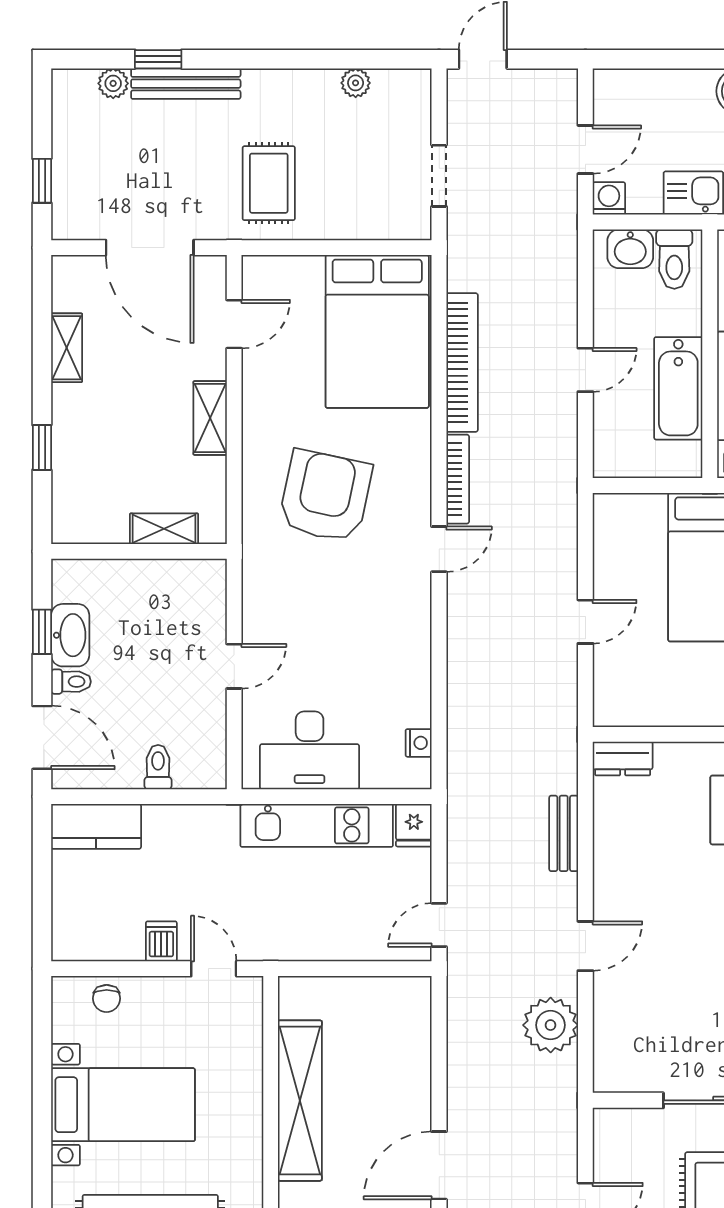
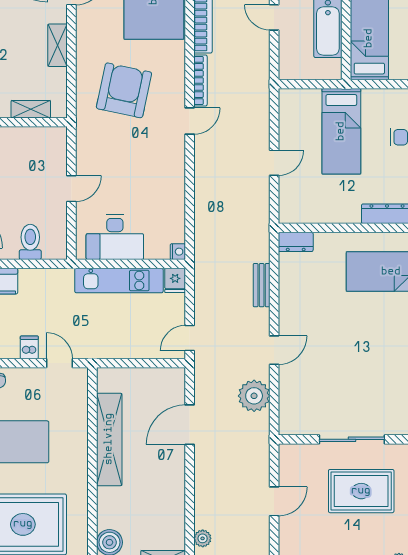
door: (585, 370) -> (274, 17), swing flipped
nightstand: (419, 743) -> (178, 252), moved
toilet: (158, 767) -> (30, 242), width x1.37, depth x1.39
door: (439, 1165) -> (190, 425), moved

